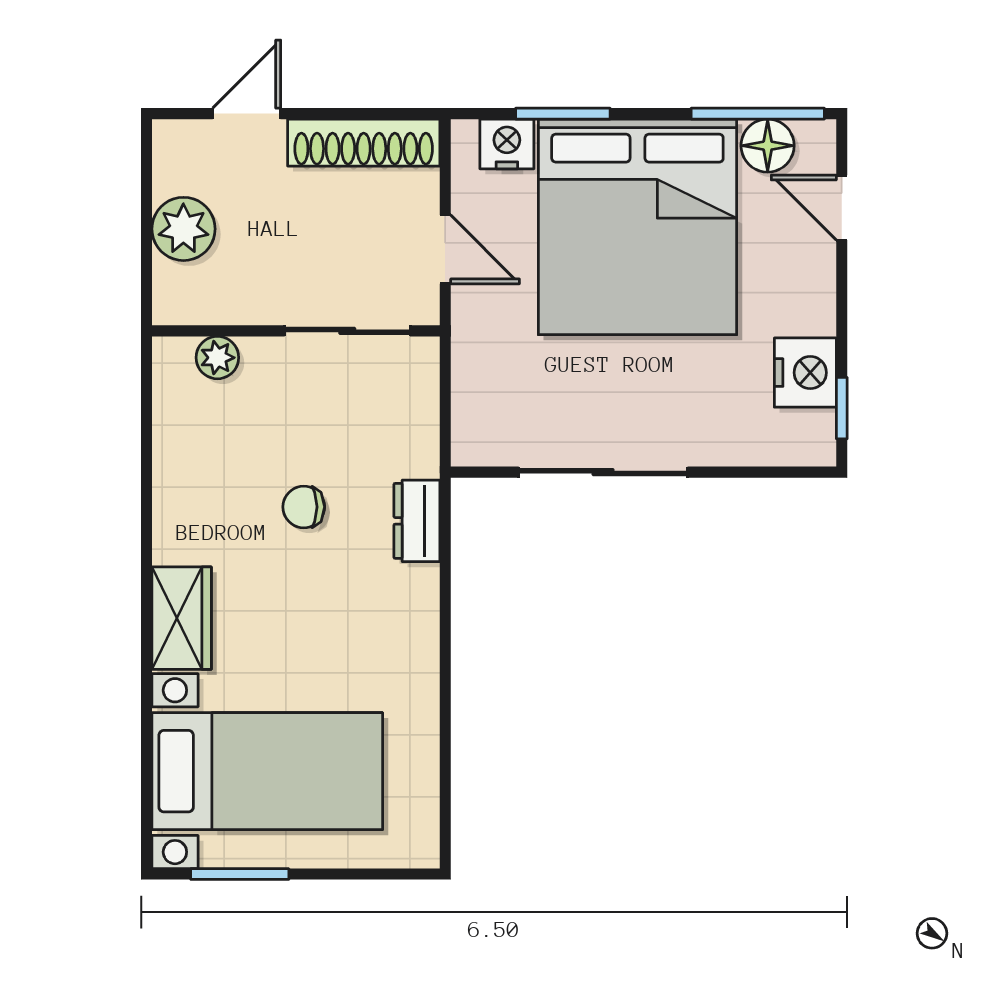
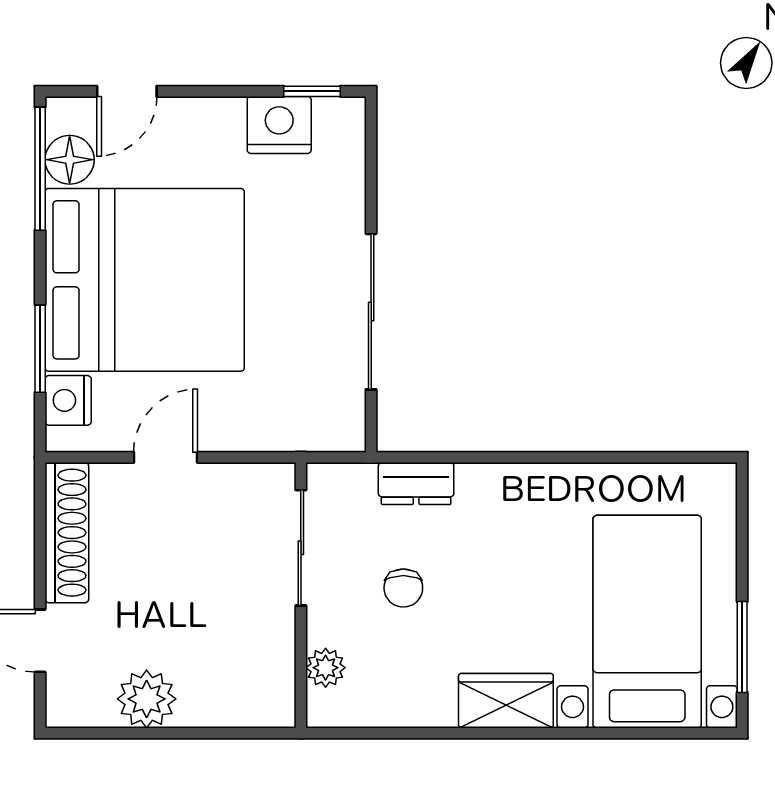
wall: (296, 331) -> (301, 595), moved
sliding door: (347, 331) -> (301, 548), moved
plant: (217, 358) -> (326, 668), moved

